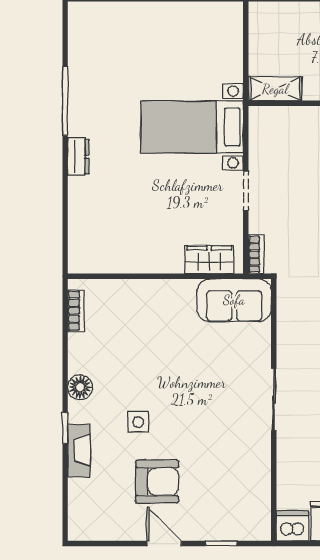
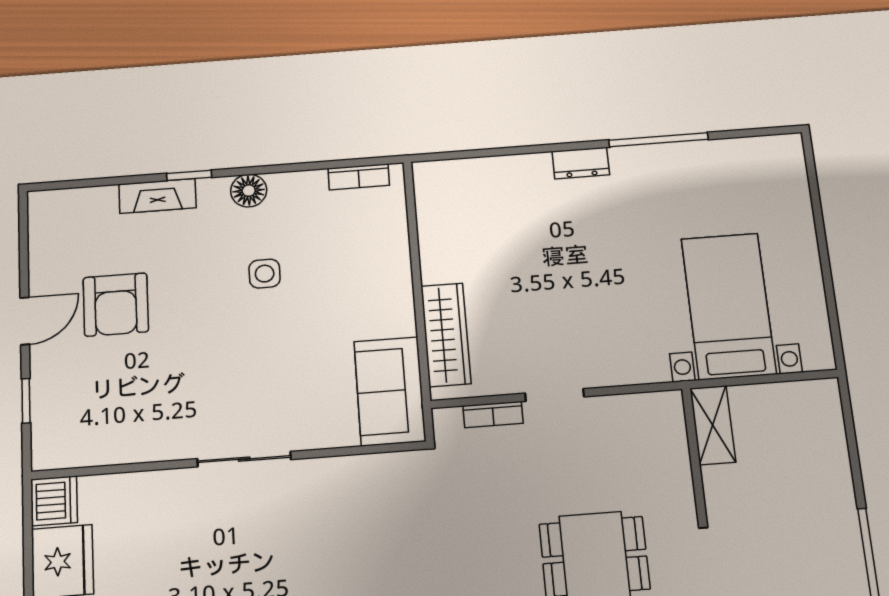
bed with nightstands: (192, 127) -> (728, 306), moved
bookcase: (256, 254) -> (493, 415), moved
wardrobe: (209, 260) -> (446, 335), width x1.50
side table: (138, 422) -> (265, 274), moved

